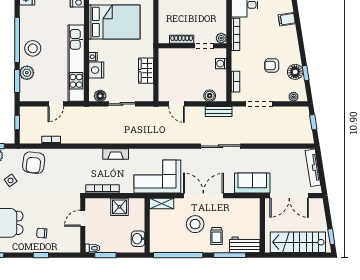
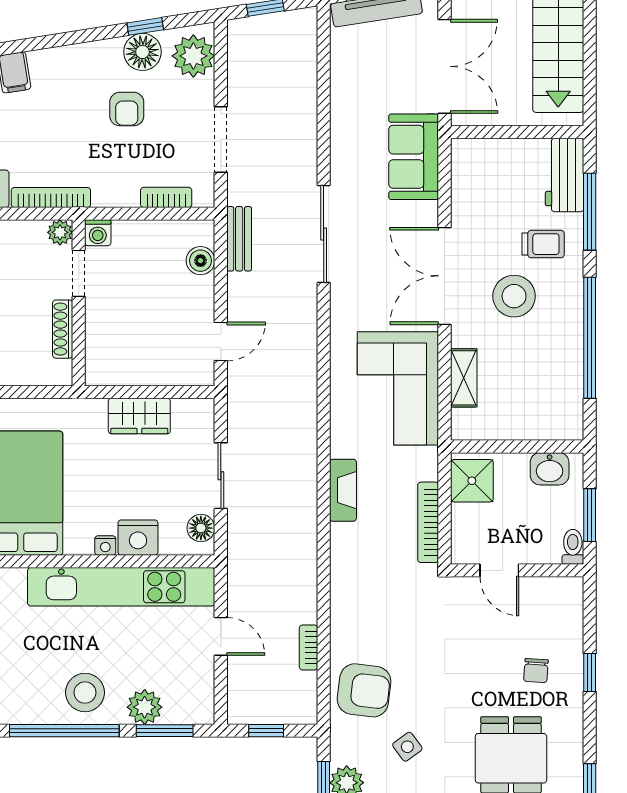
washing machine: (221, 64) -> (98, 233), moved
plant: (293, 97) -> (193, 56), width x1.87, depth x1.87
wall: (147, 225) -> (517, 446), moved
washbasin: (138, 239) -> (550, 469), moved

